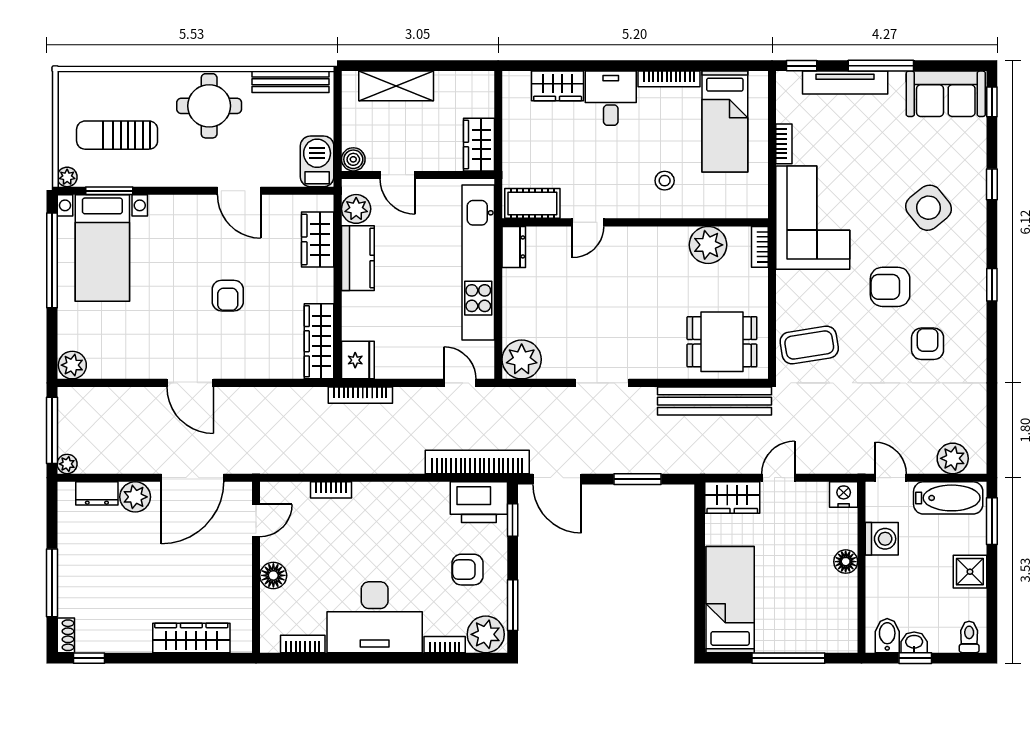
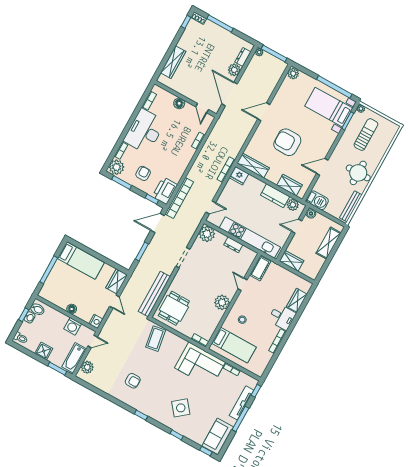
bed: (725, 122) -> (234, 345), moved, turned 180
plant: (708, 245) -> (222, 302), moved
dresser: (514, 247) -> (233, 245), moved
armchair: (890, 287) -> (160, 379), removed
armchair: (228, 296) -> (287, 142), width x1.88, depth x1.88

